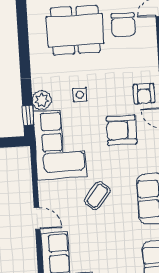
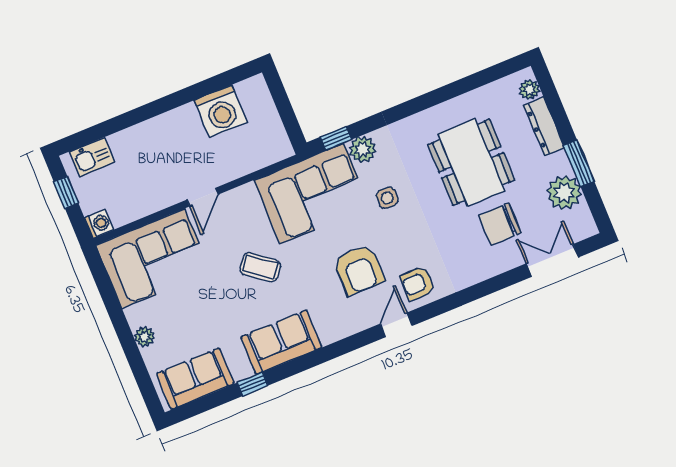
armchair: (121, 130) -> (359, 270), turned 180

